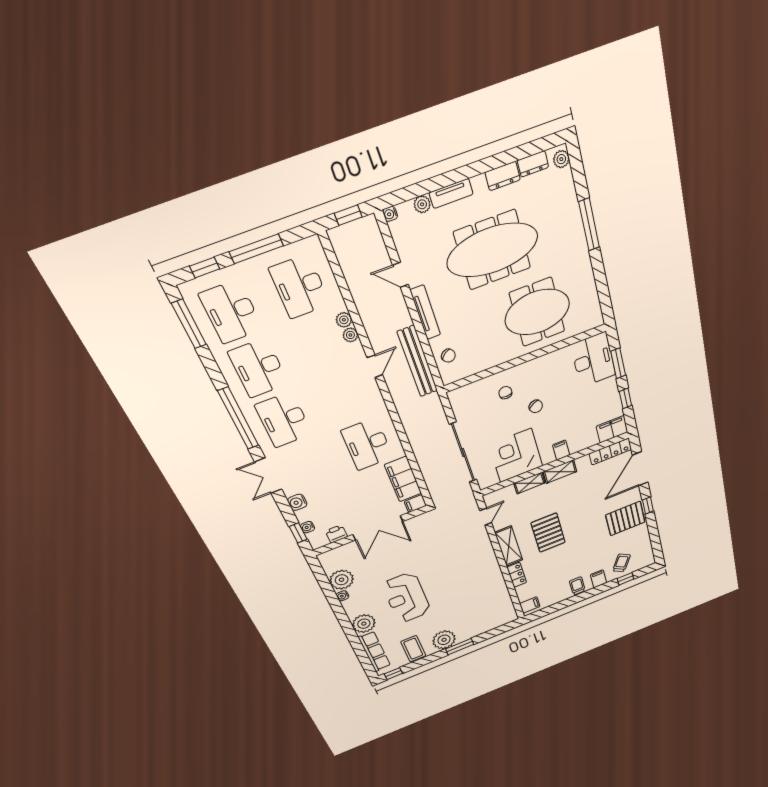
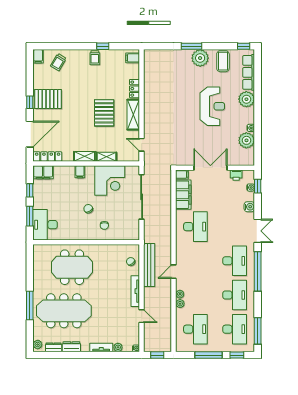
meeting table: (492, 250) -> (64, 311), moved
door: (486, 517) -> (142, 145), hinge flipped
filing cabinet: (598, 579) -> (38, 56), moved
window: (625, 579) -> (103, 46), moved

